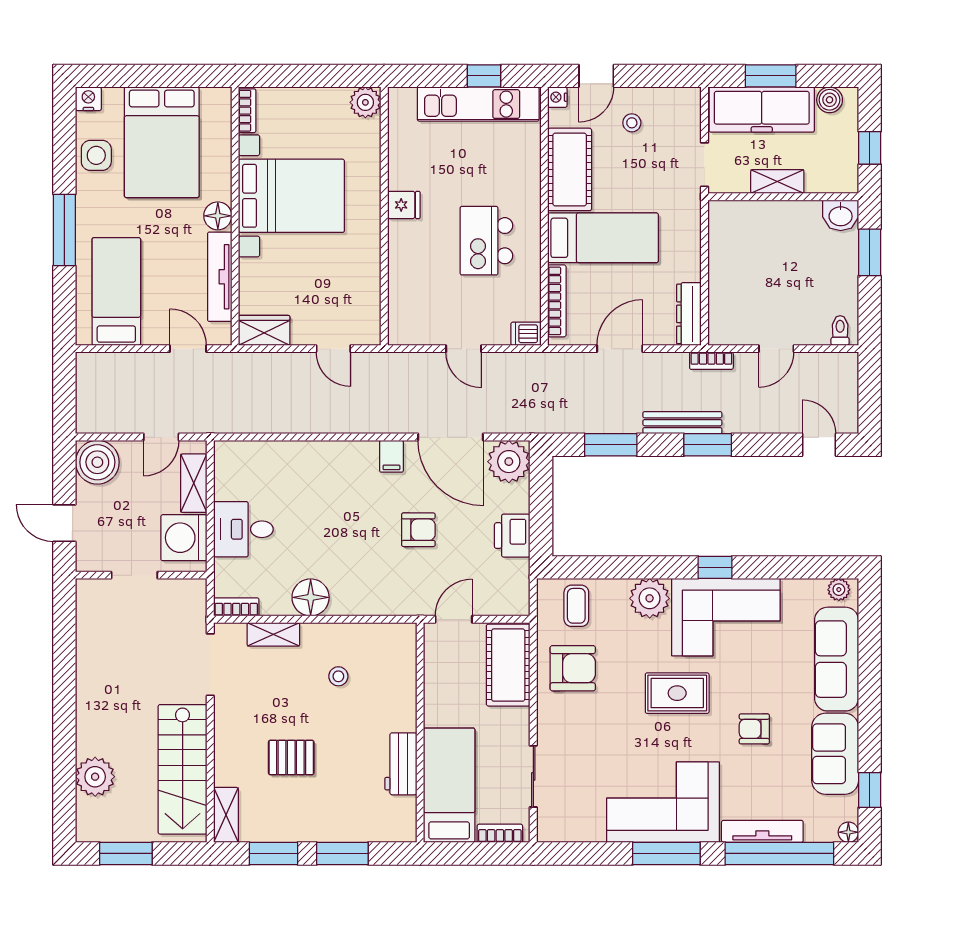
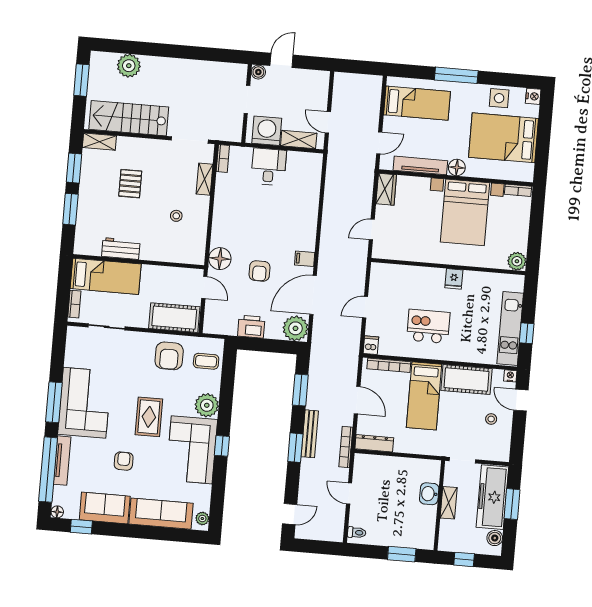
washbasin: (841, 215) -> (429, 494), moved
bookcase: (711, 361) -> (346, 447), width x1.56
boiler: (97, 462) -> (258, 72), moved, width x0.54, depth x0.54
floor lamp: (311, 597) -> (220, 259), moved

